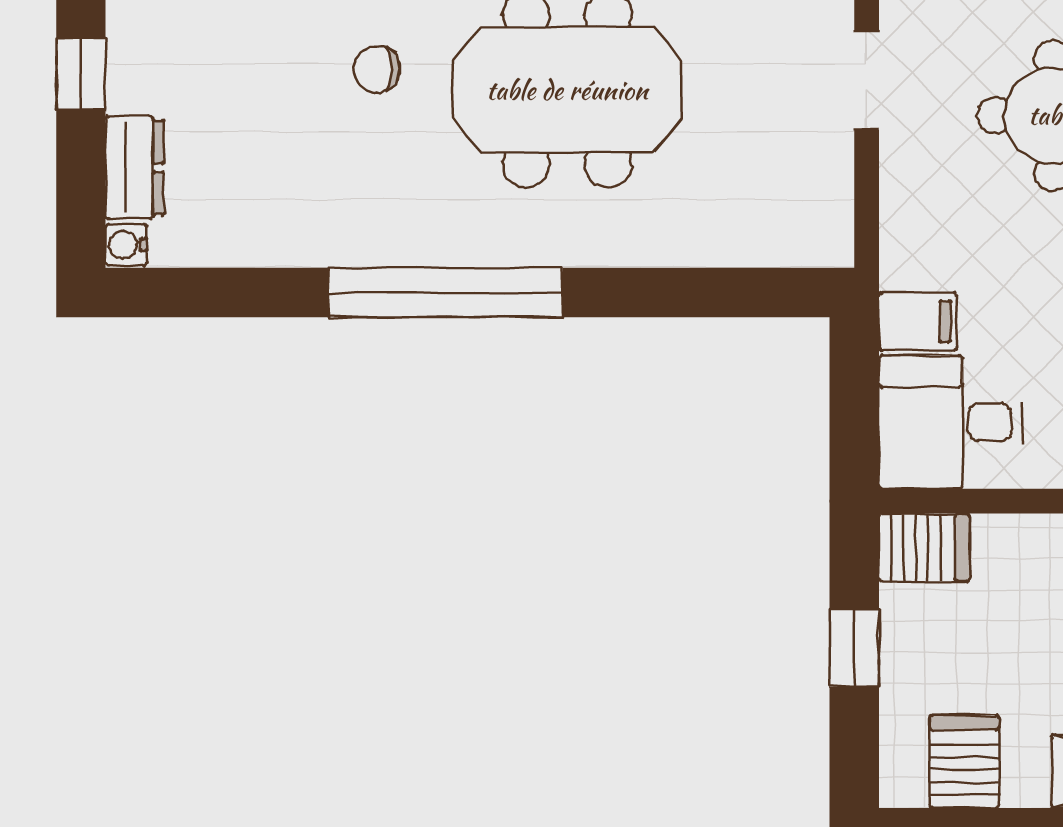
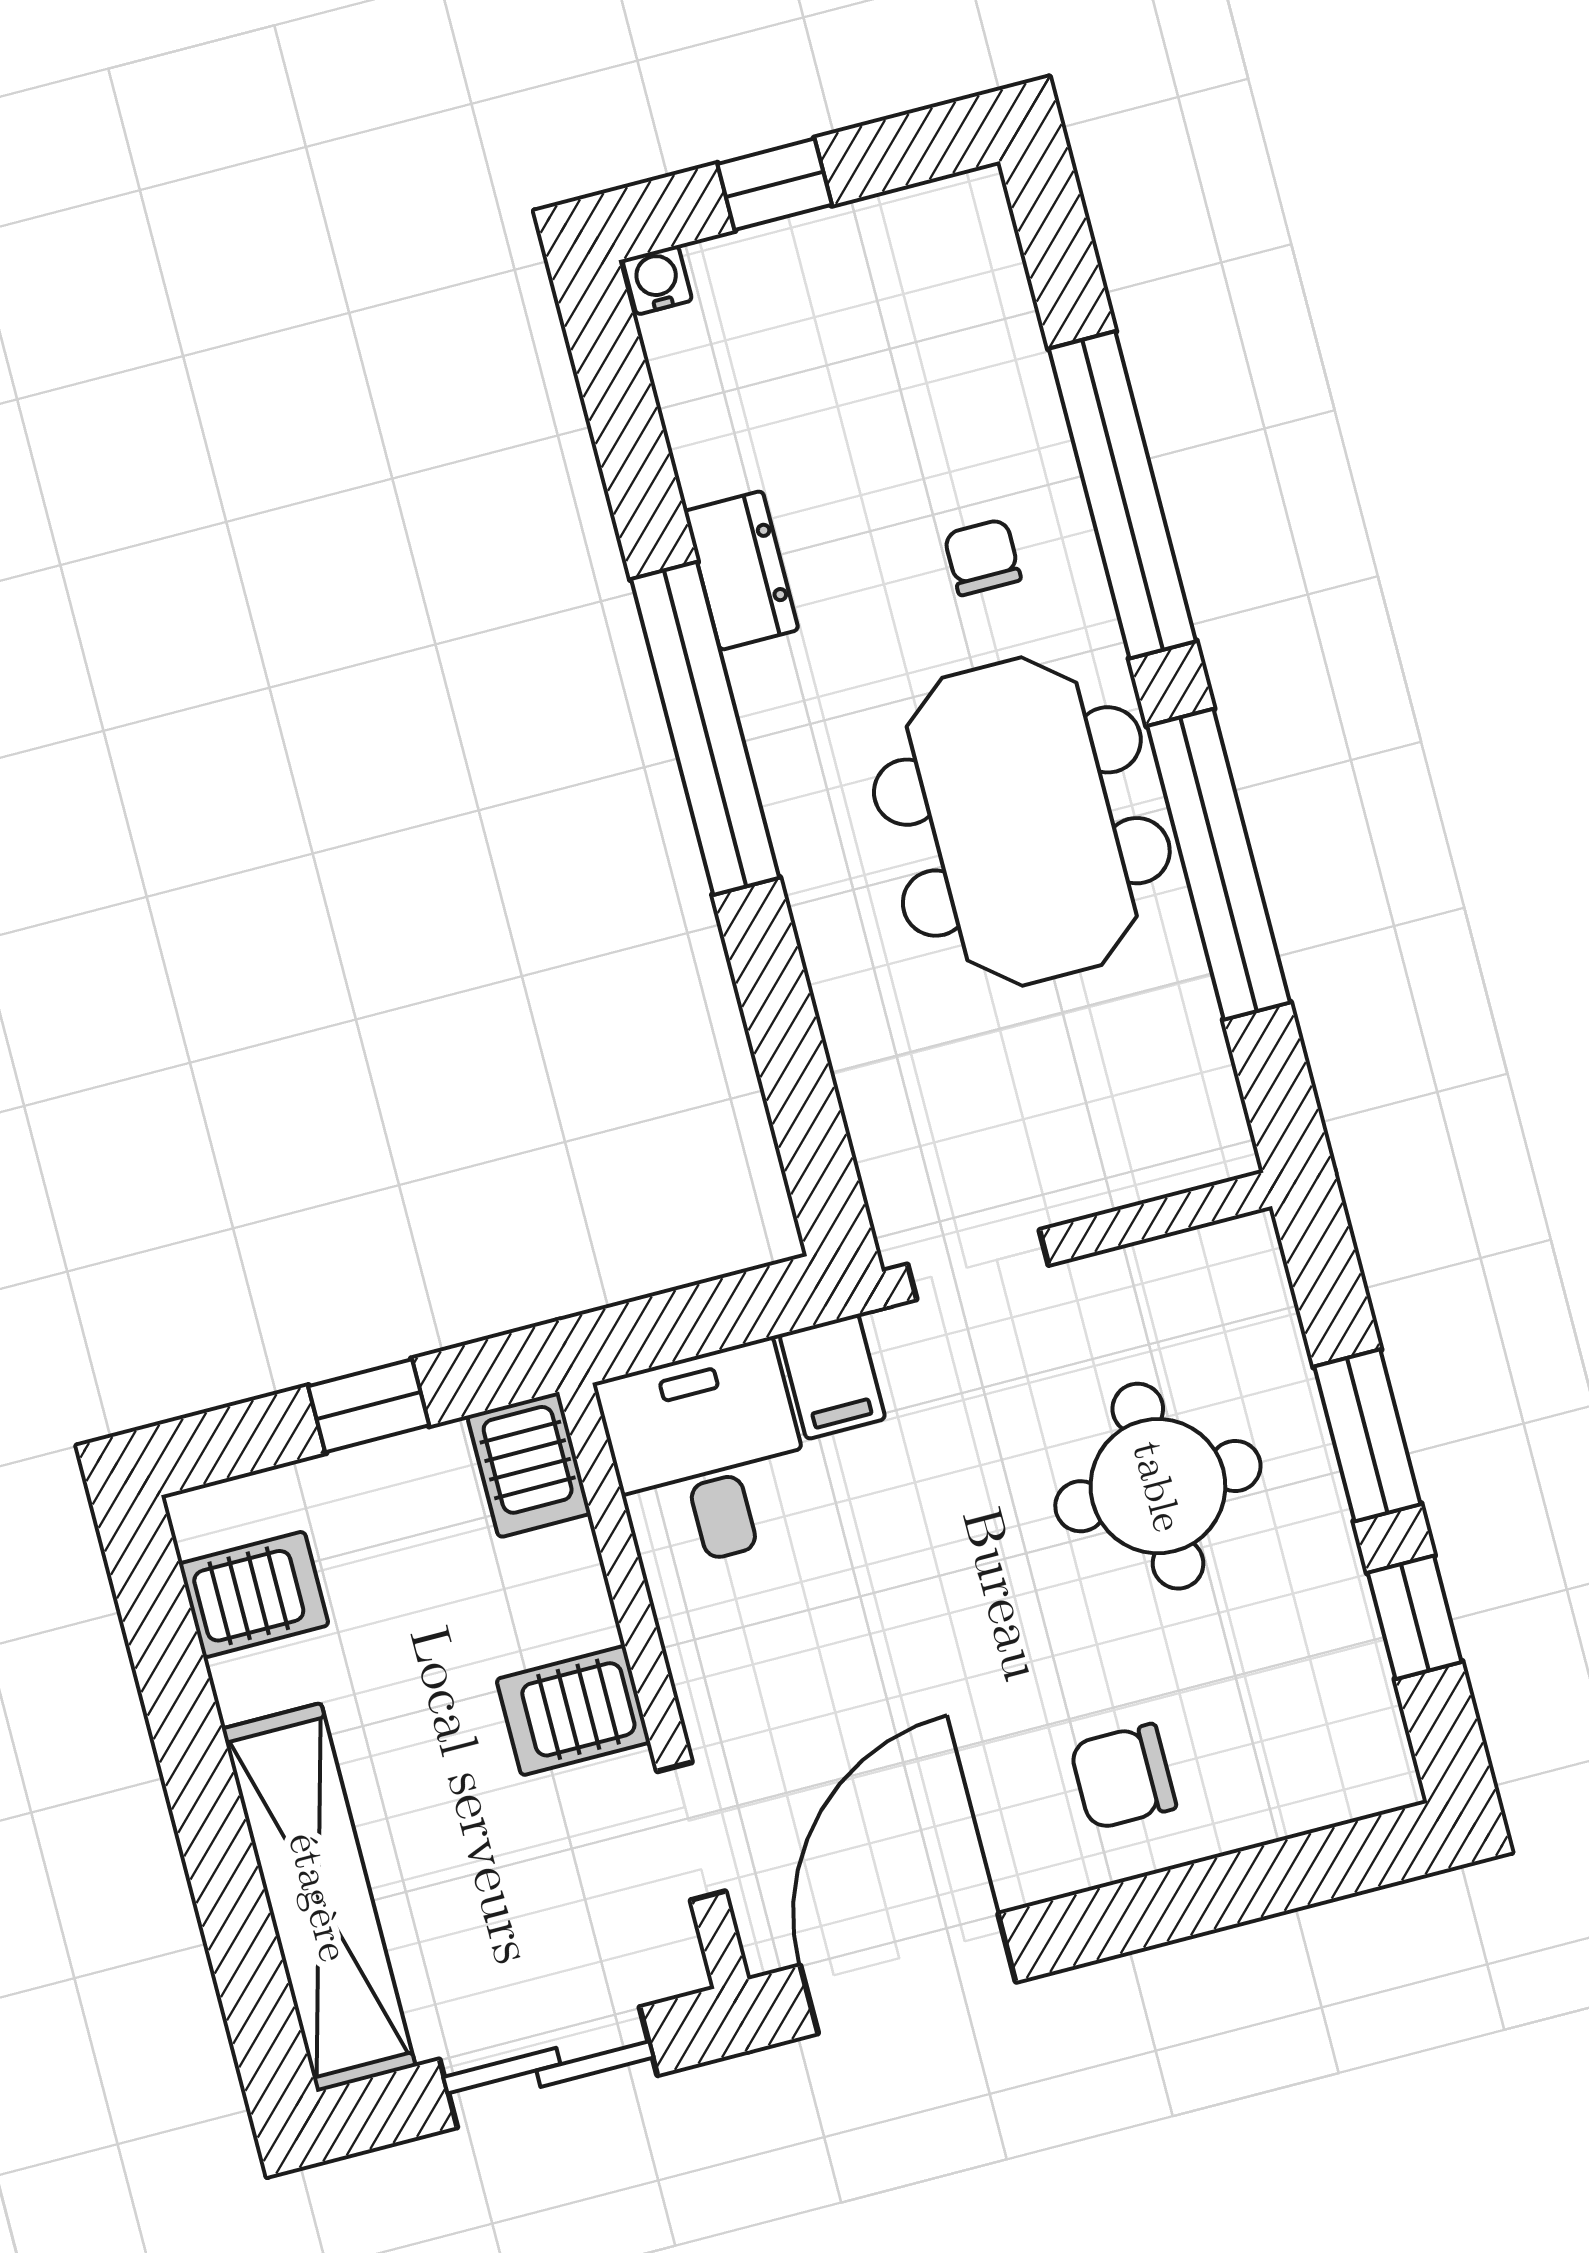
window: (81, 74) -> (775, 184), moved
doorway: (867, 80) -> (978, 1265), moved
dresser: (135, 167) -> (741, 570), moved, turned -90

